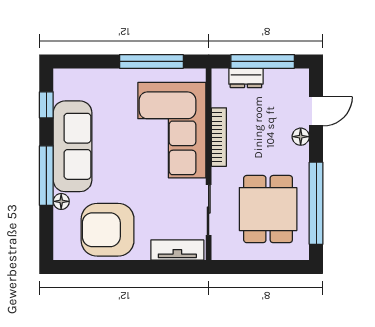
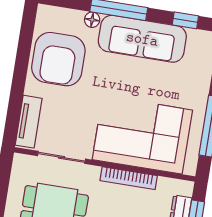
armchair: (108, 230) -> (58, 59), turned 180

